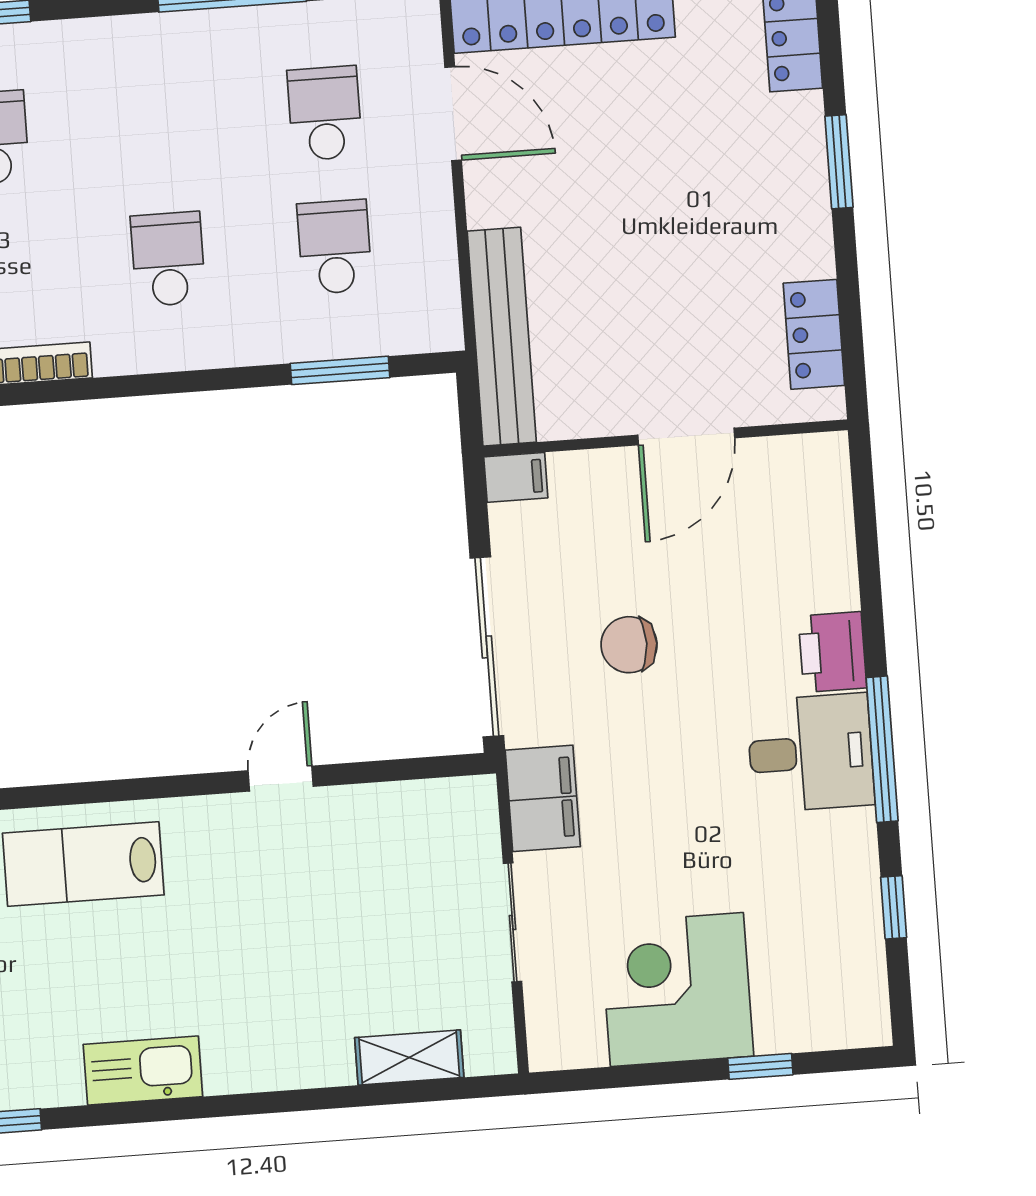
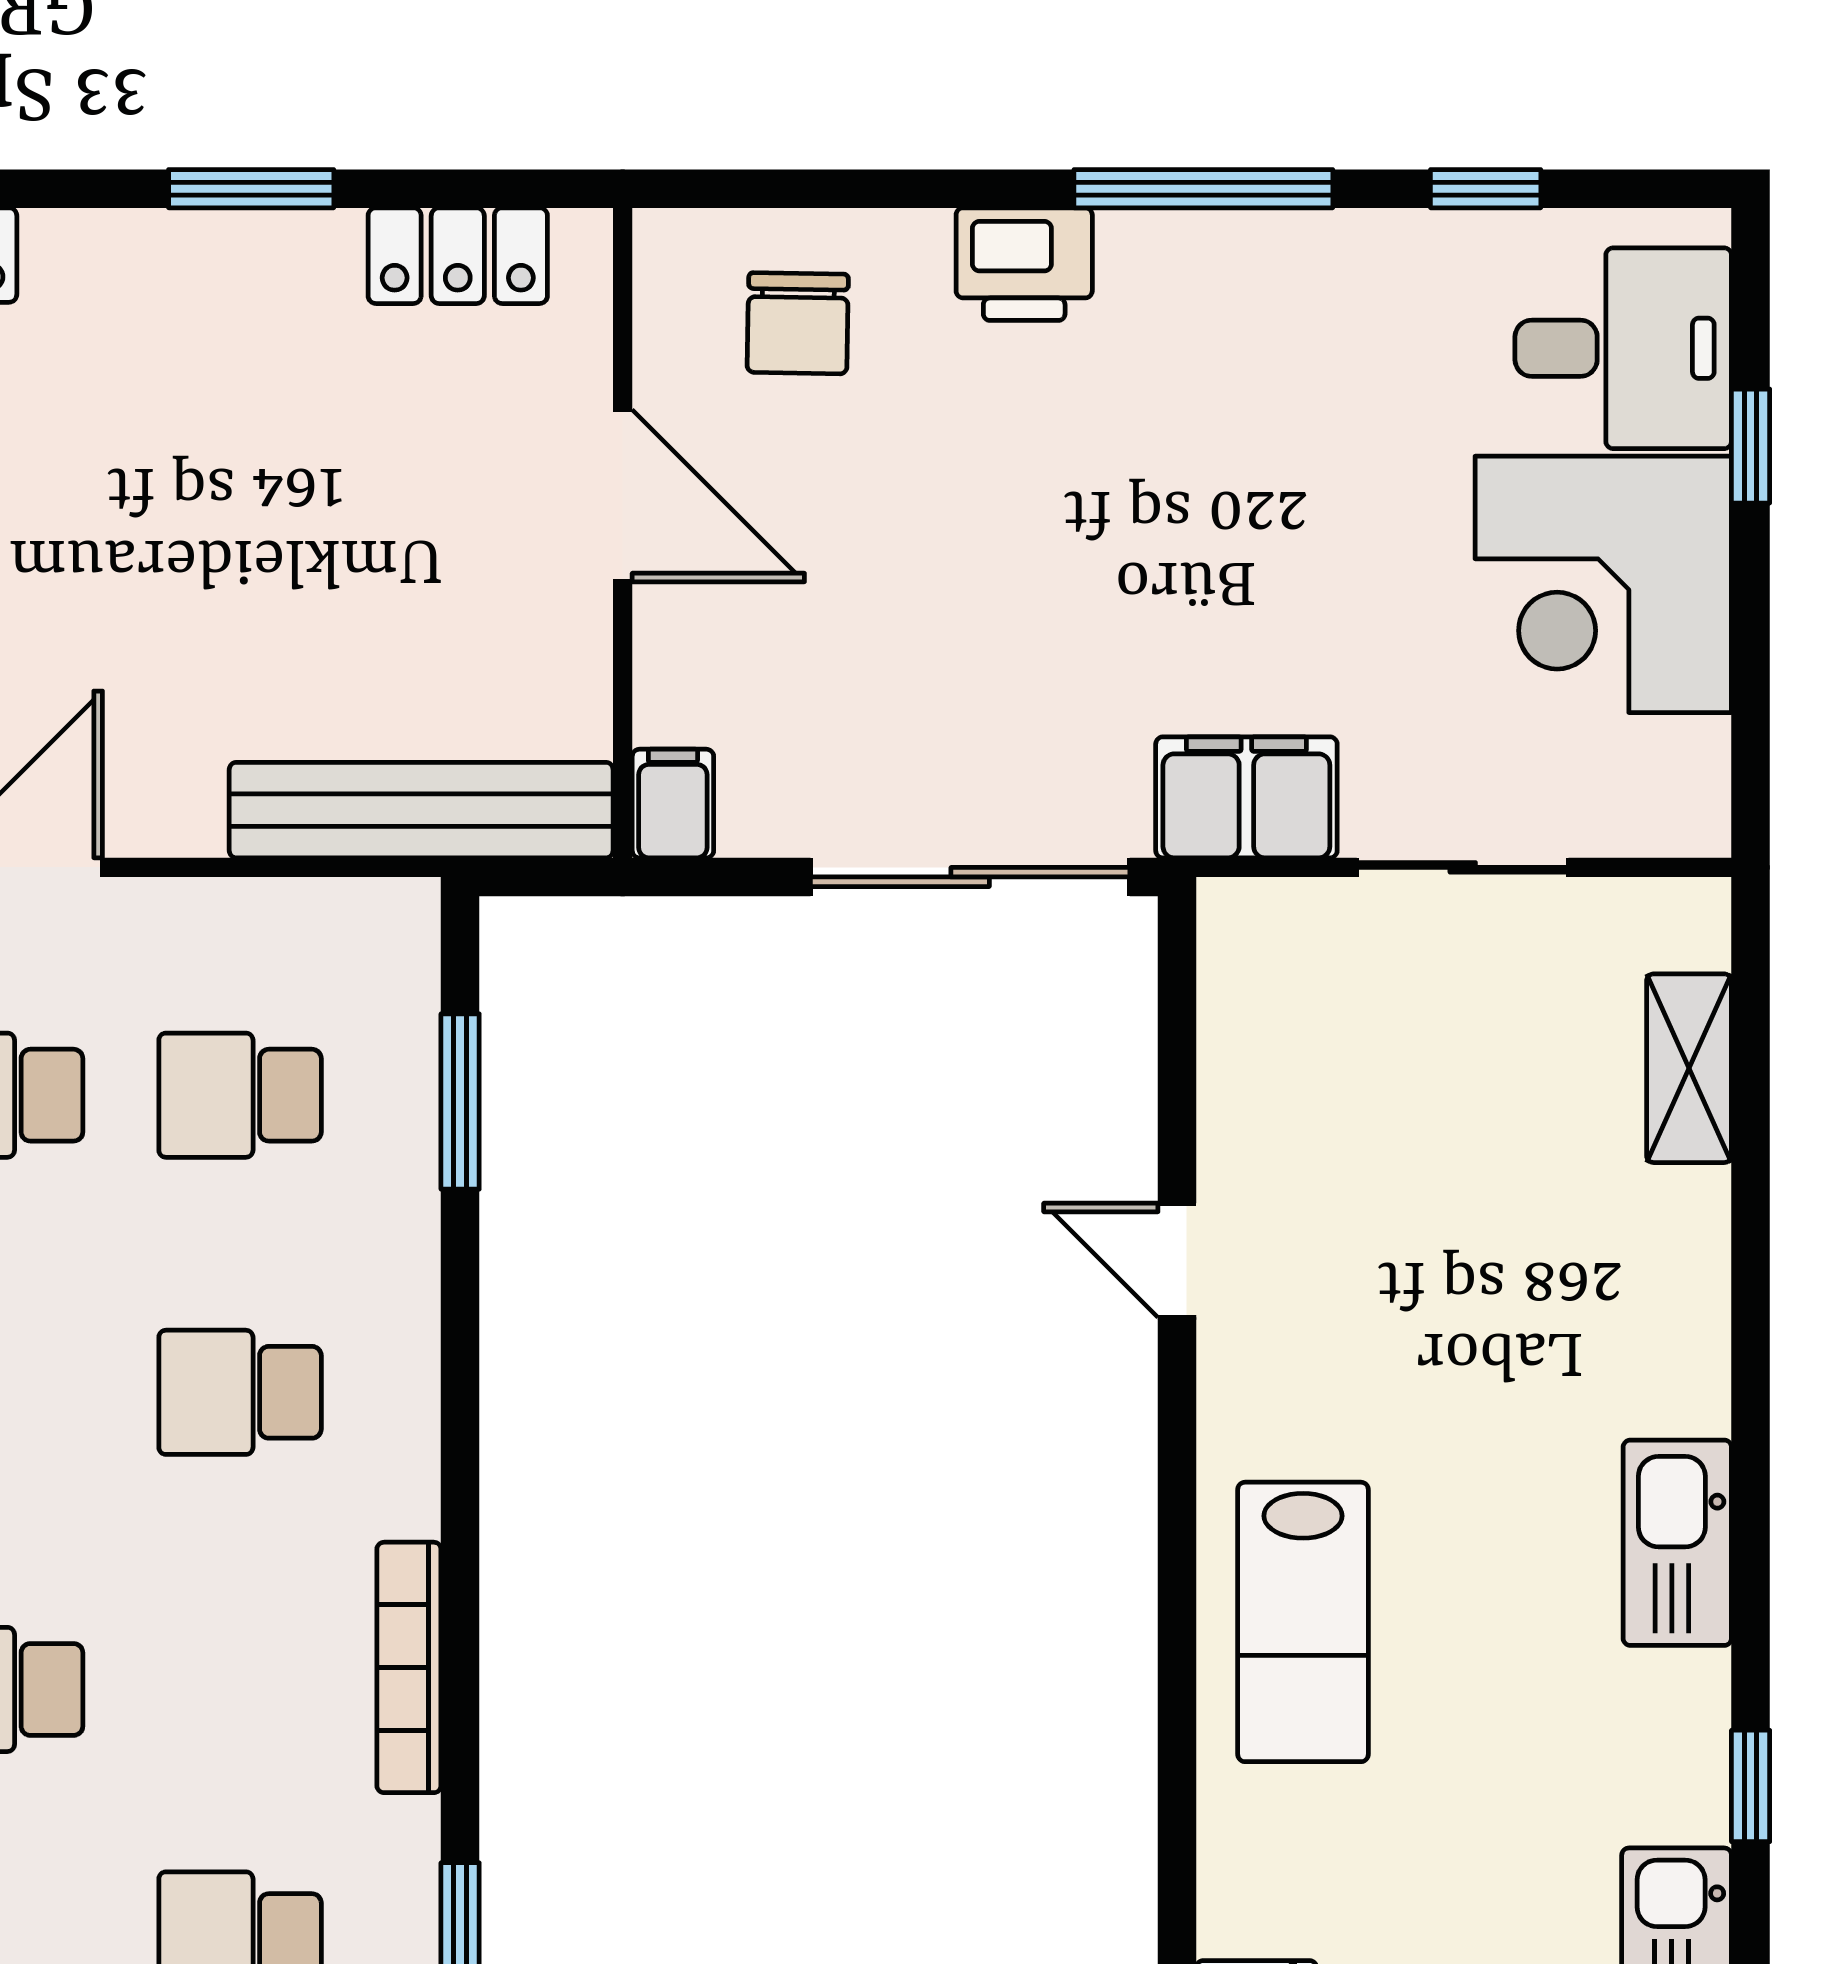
window: (839, 162) -> (251, 189), moved
chair: (629, 645) -> (798, 323), moved
desk: (811, 753) -> (1623, 348), moved, turned 90

